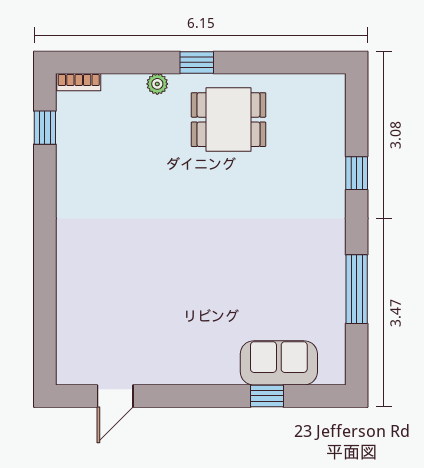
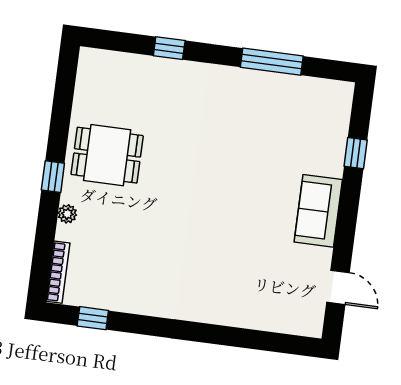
bookcase: (79, 82) -> (58, 272), width x1.56
dining table: (228, 120) -> (107, 155), turned 90
sofa: (279, 363) -> (318, 211), moved

